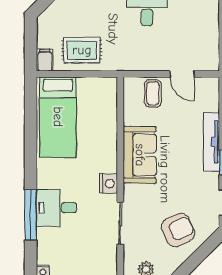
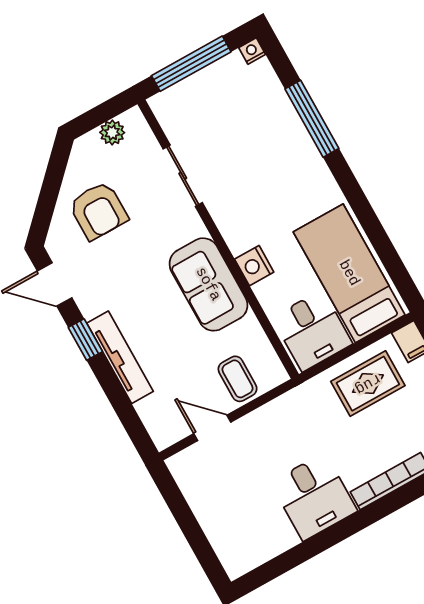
nightstand: (108, 184) -> (254, 266), moved
desk: (57, 208) -> (312, 331), moved, turned 90
armchair: (178, 230) -> (98, 211), turned -66

